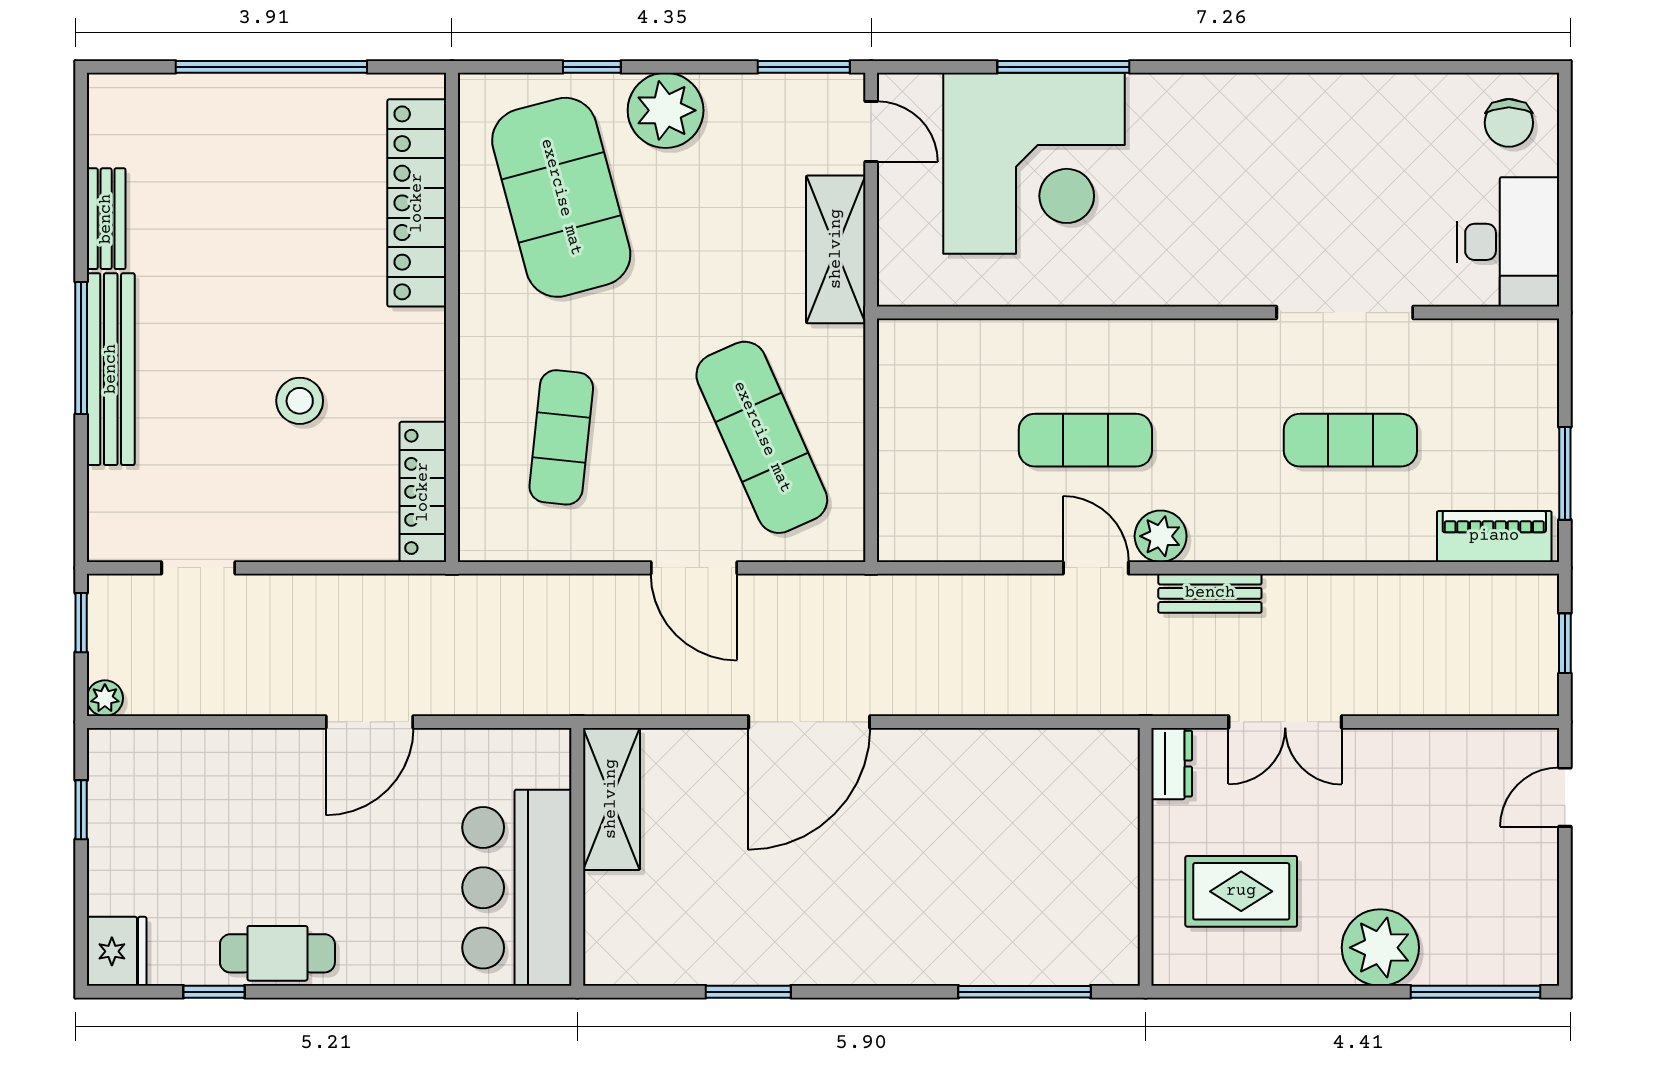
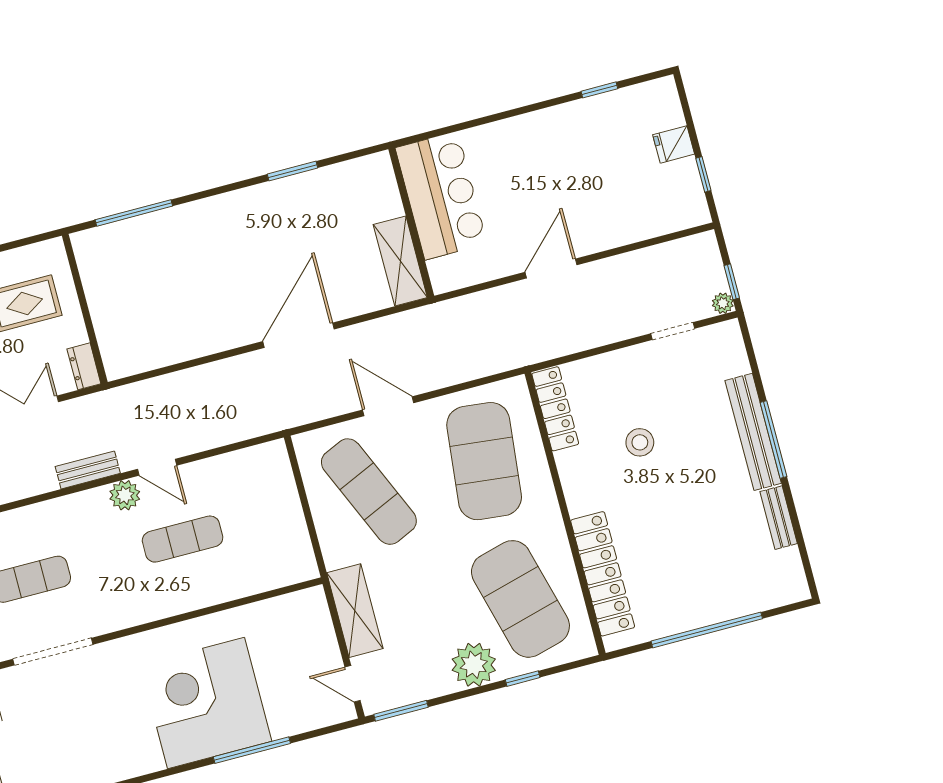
corner desk: (1034, 163) -> (206, 703), moved
exercise mat: (561, 437) -> (484, 461), width x2.00, depth x1.45
plant: (105, 698) -> (723, 303), moved
fridge: (117, 951) -> (674, 144), moved, width x0.72
cafe table: (277, 953) -> (569, 122), removed

